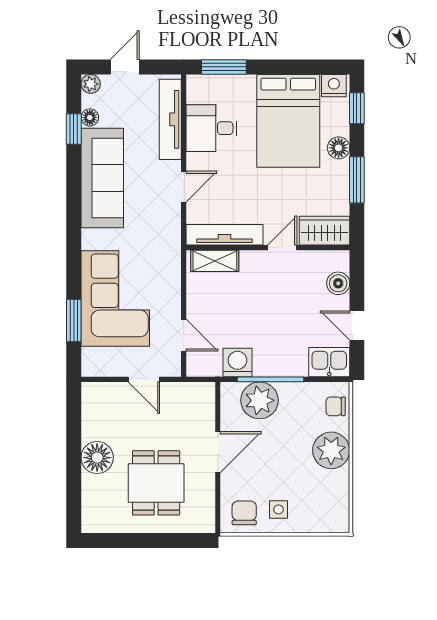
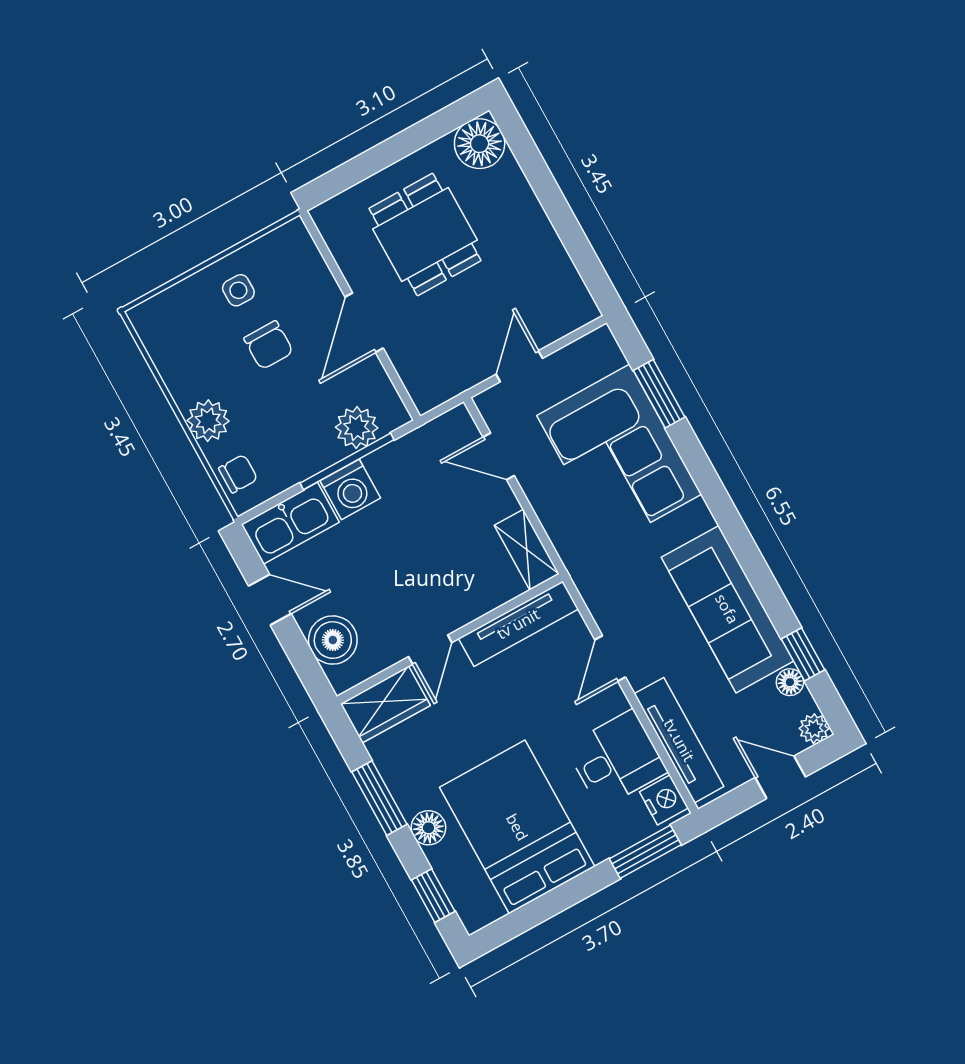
door: (125, 67) -> (780, 777), swing flipped
nightstand: (334, 86) -> (664, 800), moved, turned -90
shelving: (215, 261) -> (527, 550), moved, turned 90
boiler: (338, 283) -> (333, 640), width x1.36, depth x1.36
kitchen sink: (329, 362) -> (290, 523), width x1.38
washing machine: (237, 363) -> (350, 489), moved
door: (144, 379) -> (519, 366), hinge flipped
plant: (260, 400) -> (357, 428), width x0.73, depth x0.73
plant: (331, 450) -> (208, 421), width x0.73, depth x0.73
floor lamp: (97, 458) -> (480, 144), moved
chair: (244, 513) -> (269, 345), moved

